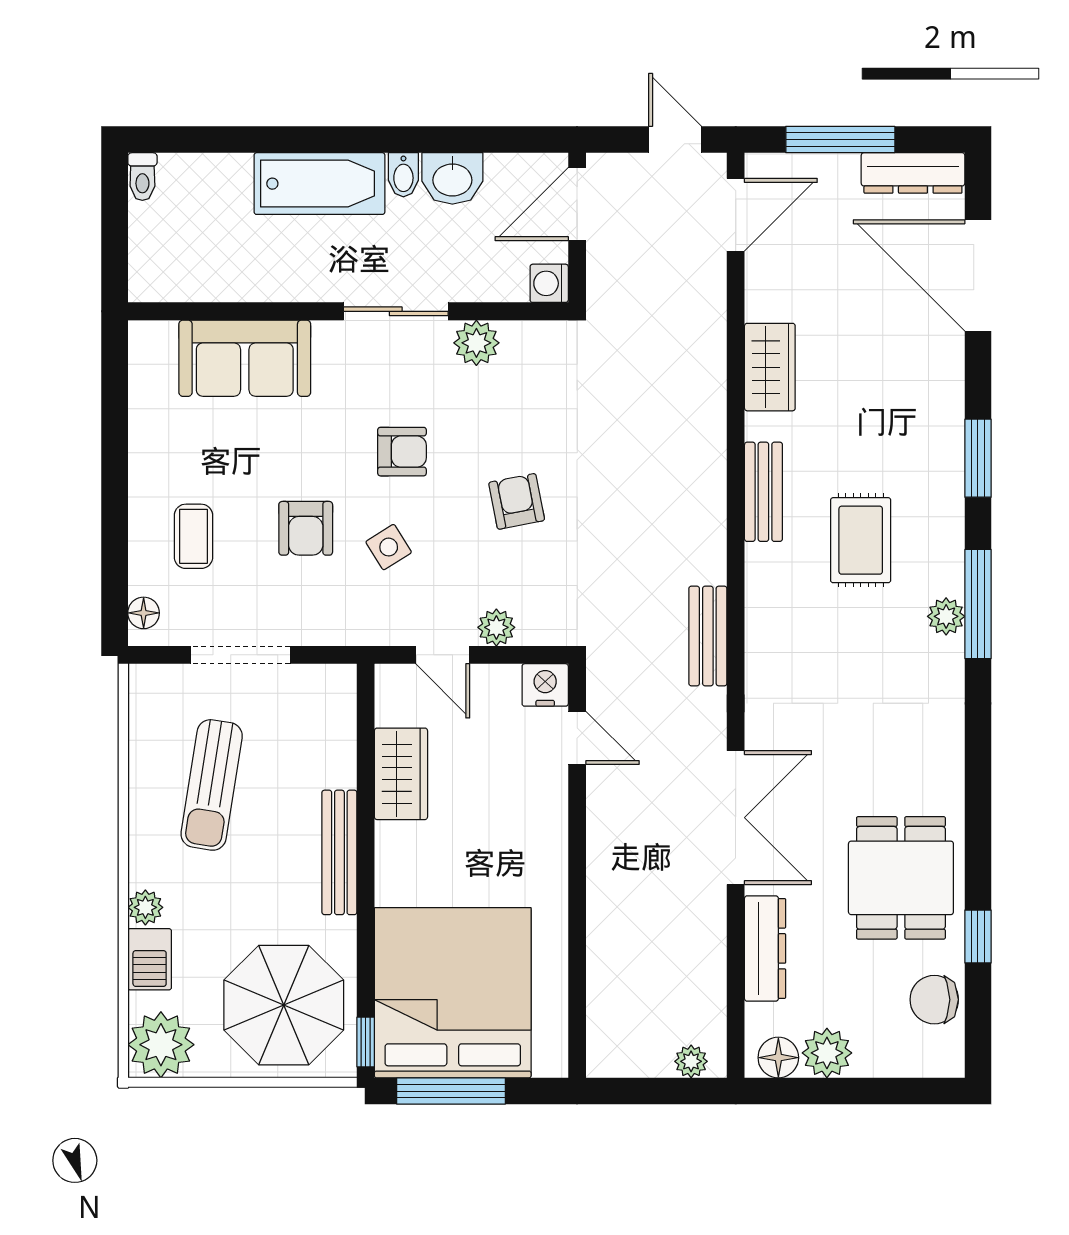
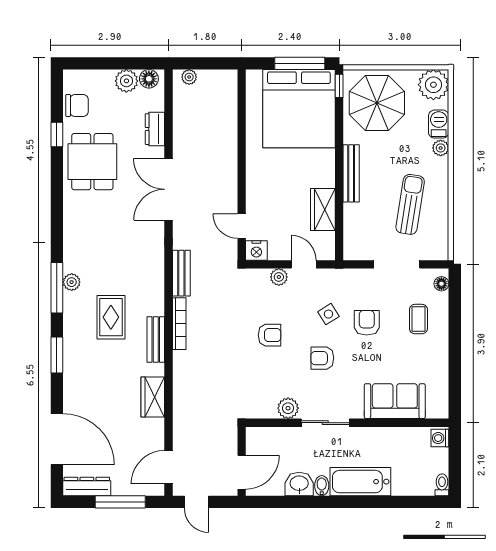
washing machine: (549, 283) -> (440, 438), moved, turned 180
armchair: (517, 501) -> (270, 335), turned -79
bookcase: (712, 526) -> (179, 324), added
dresser: (765, 948) -> (155, 129), width x0.70

